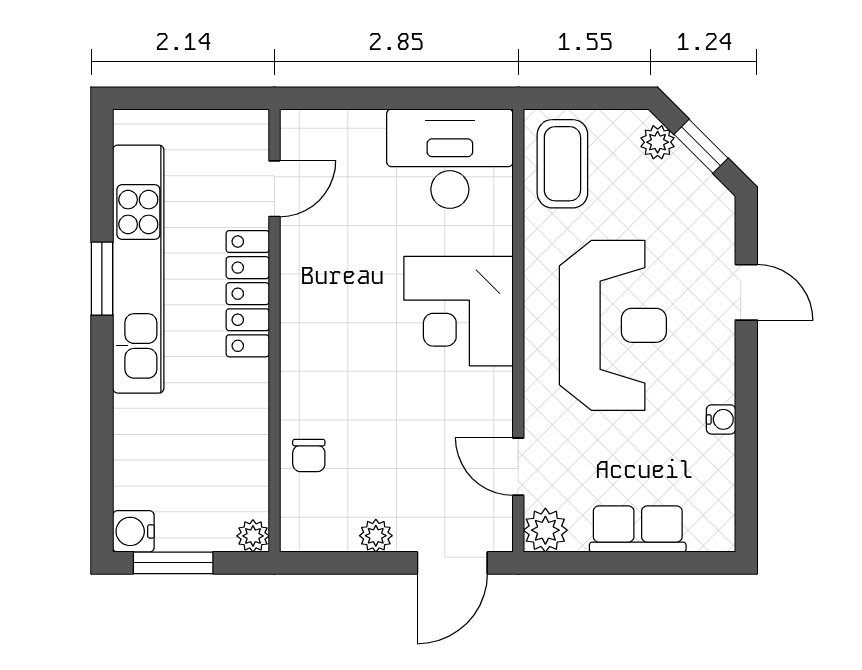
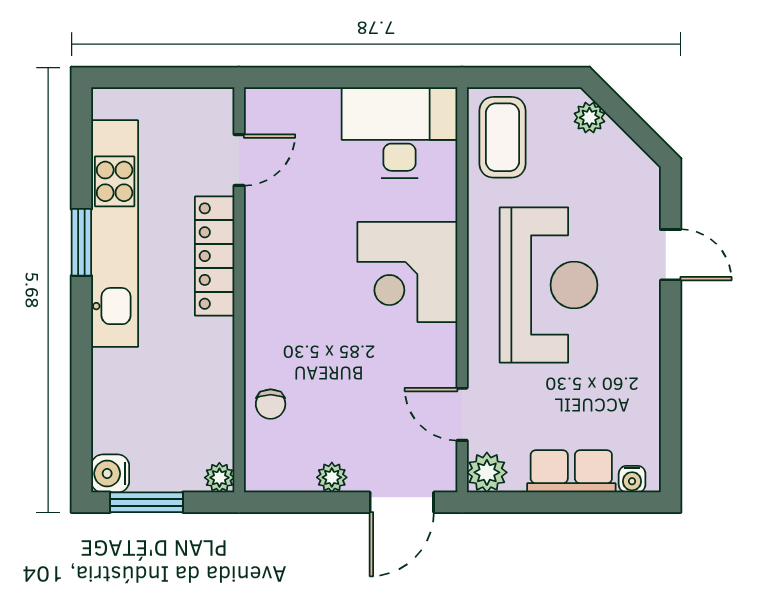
window: (701, 146) -> (629, 121), removed
water cooler: (721, 419) -> (632, 479), moved, turned 90

